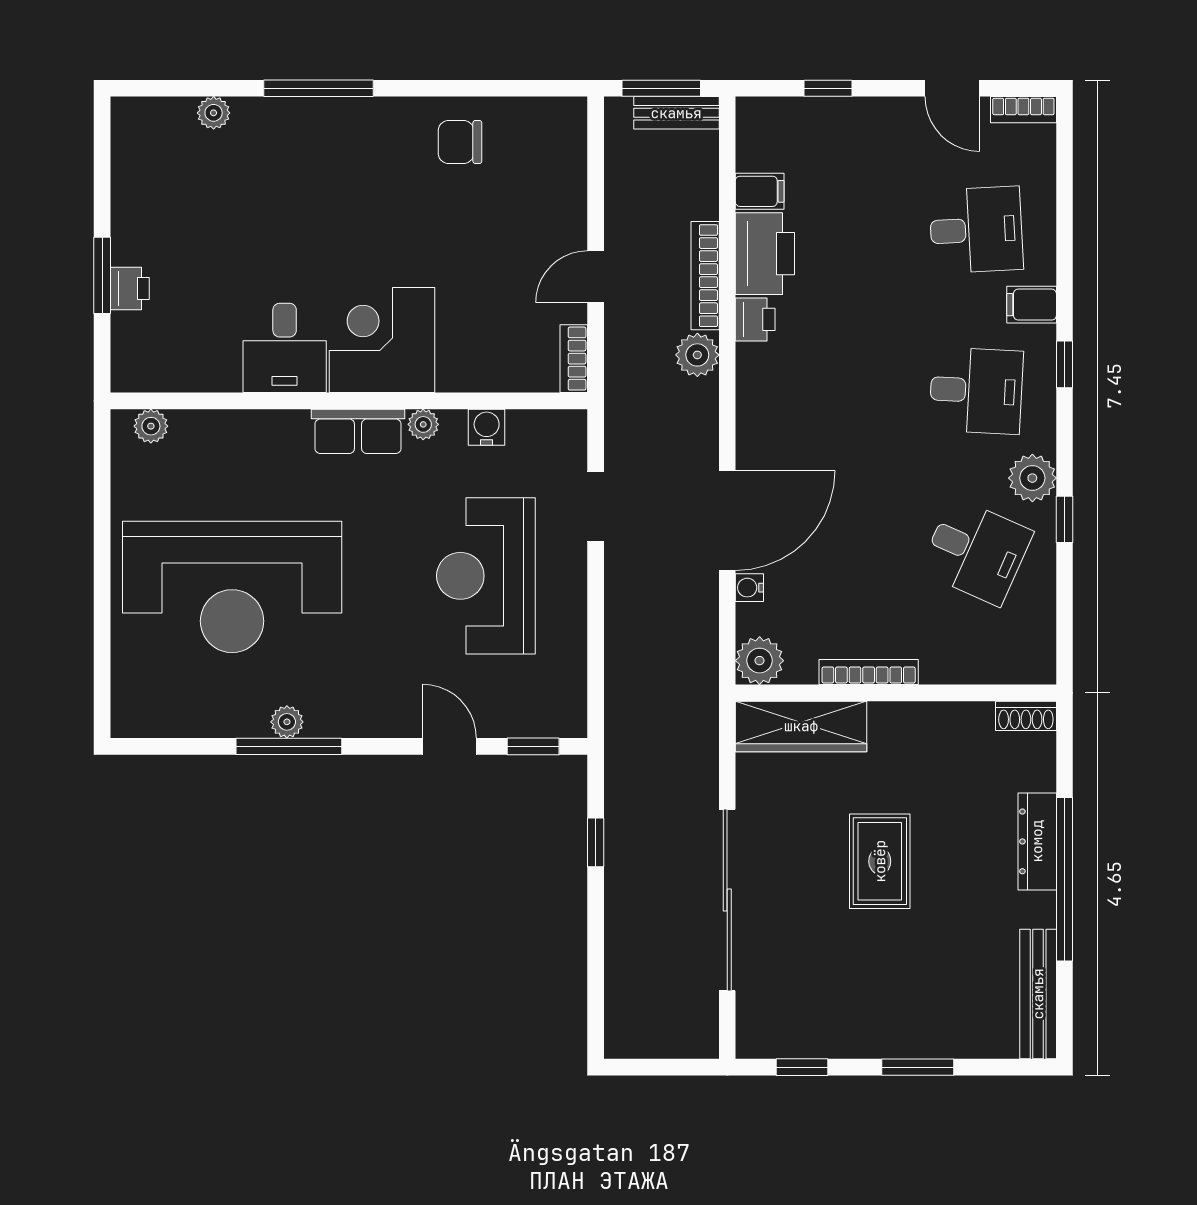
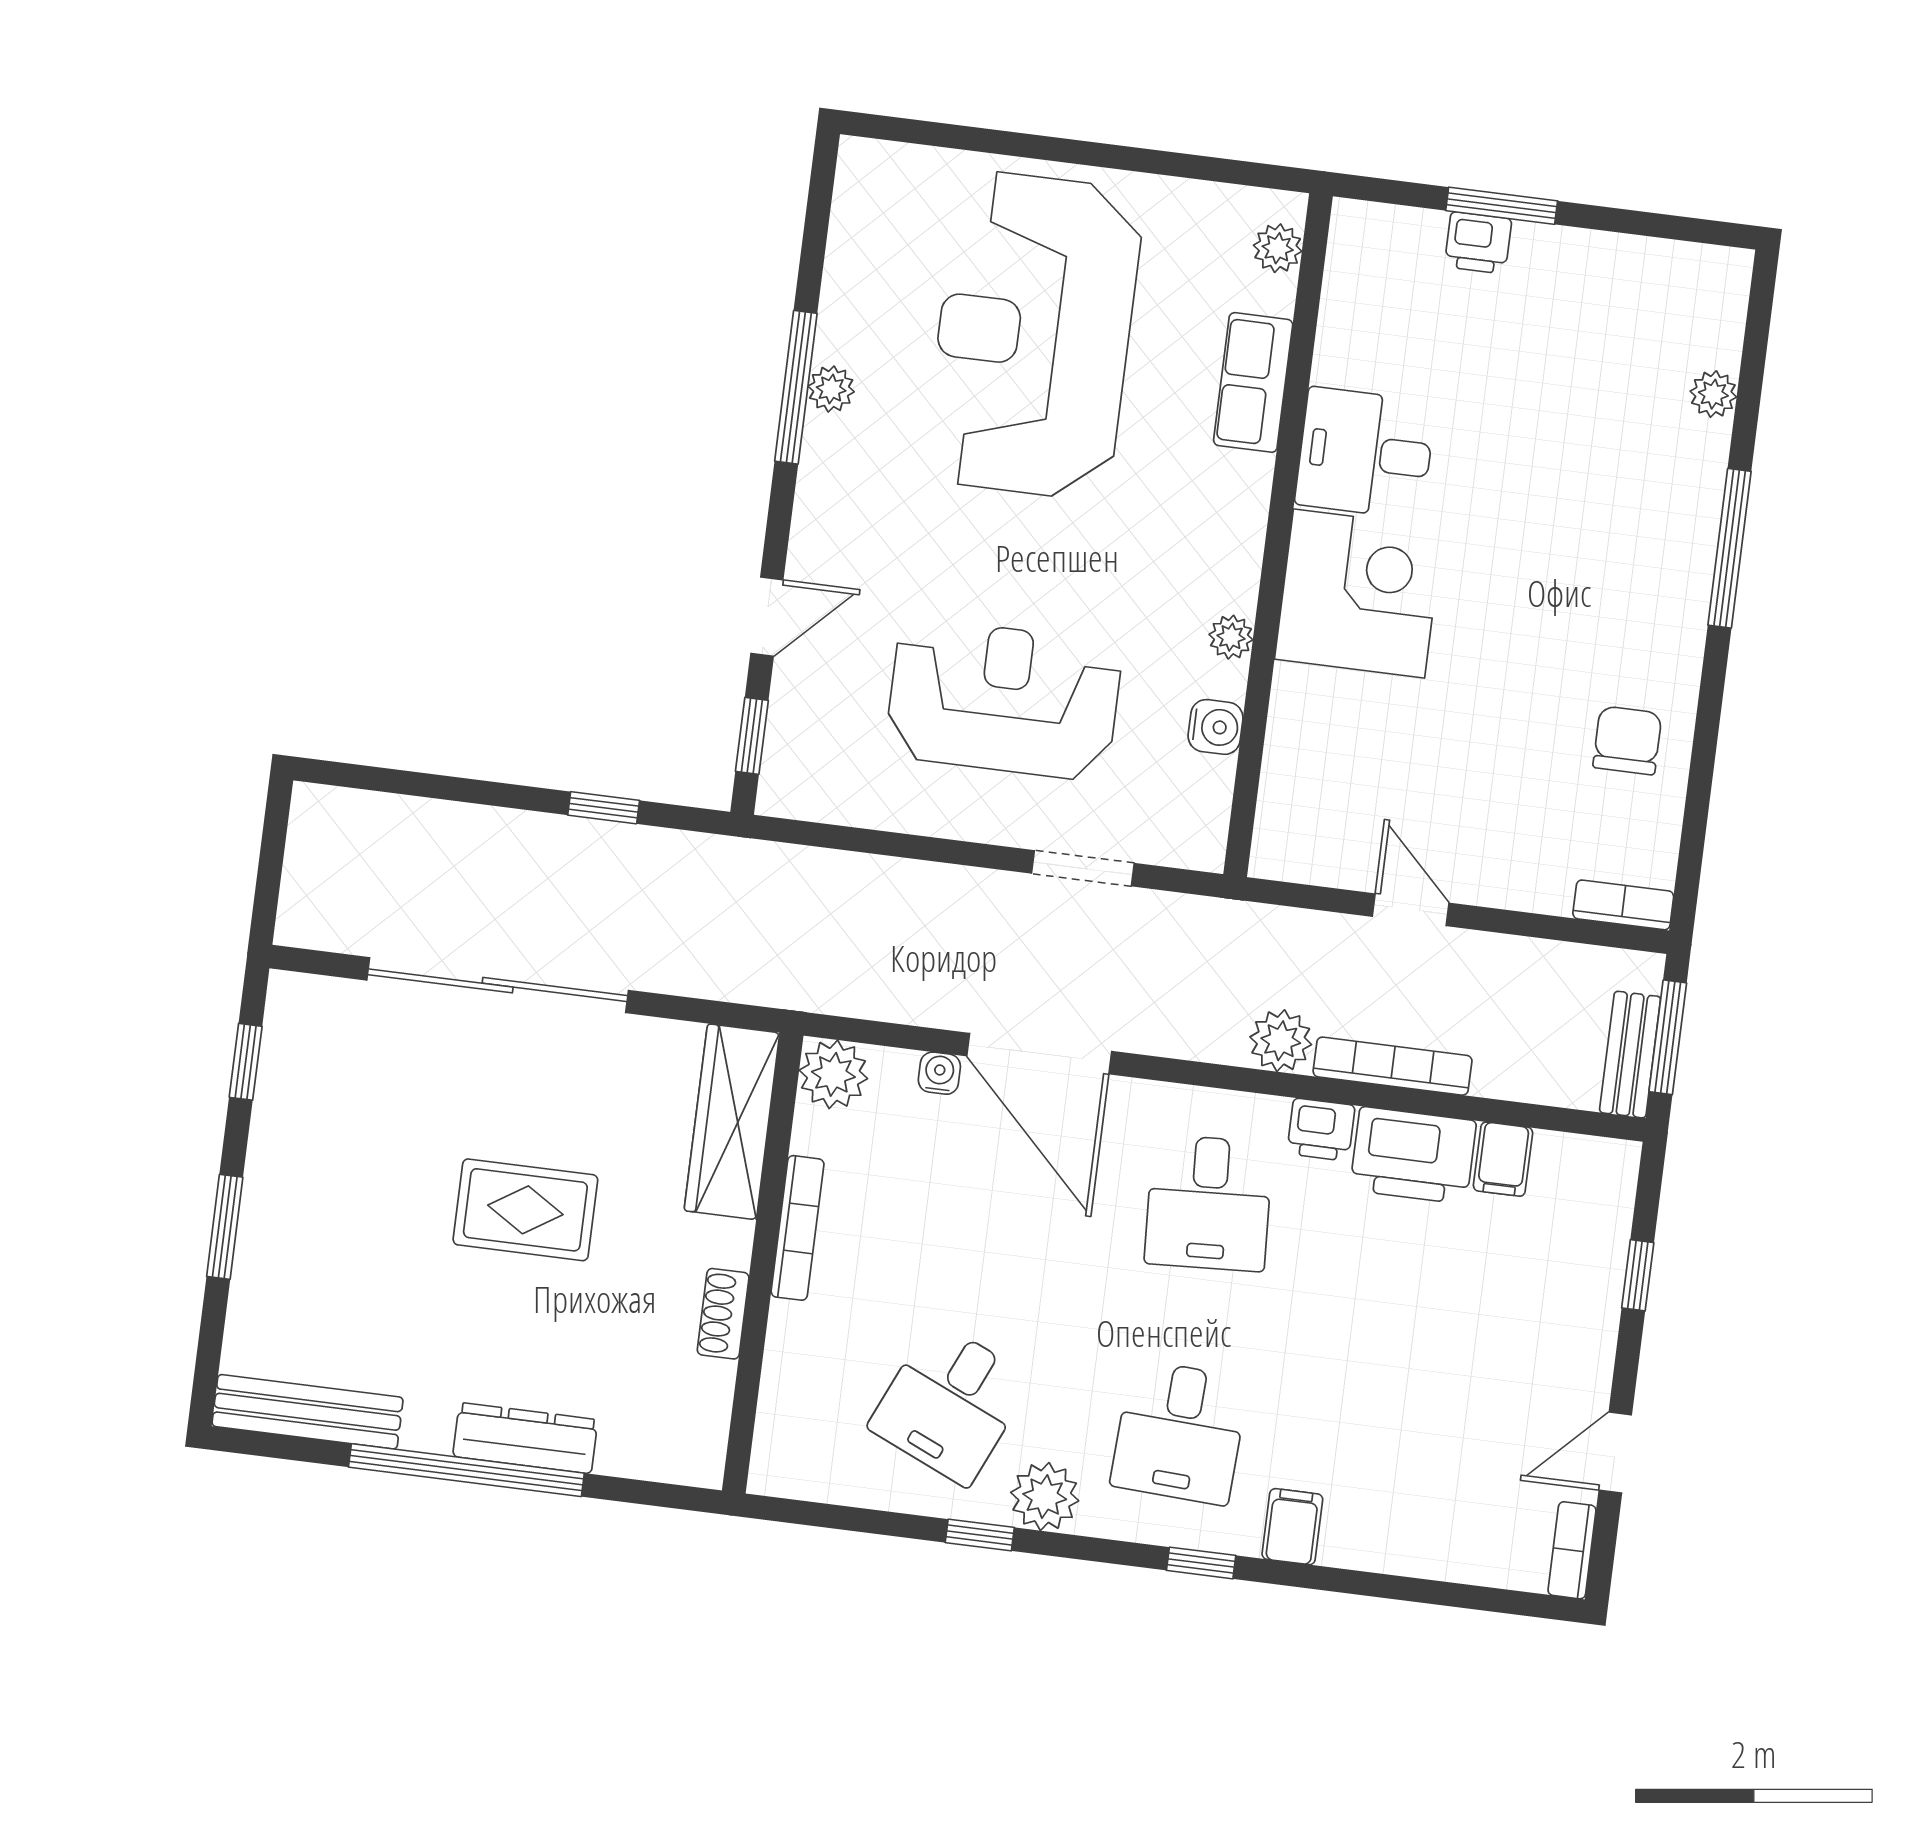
desk: (976, 230) -> (1209, 1203), moved
bookcase: (574, 359) -> (1623, 905), moved
row of seats: (358, 431) -> (1253, 382), moved
shoe rack: (1026, 716) -> (723, 1314), moved

